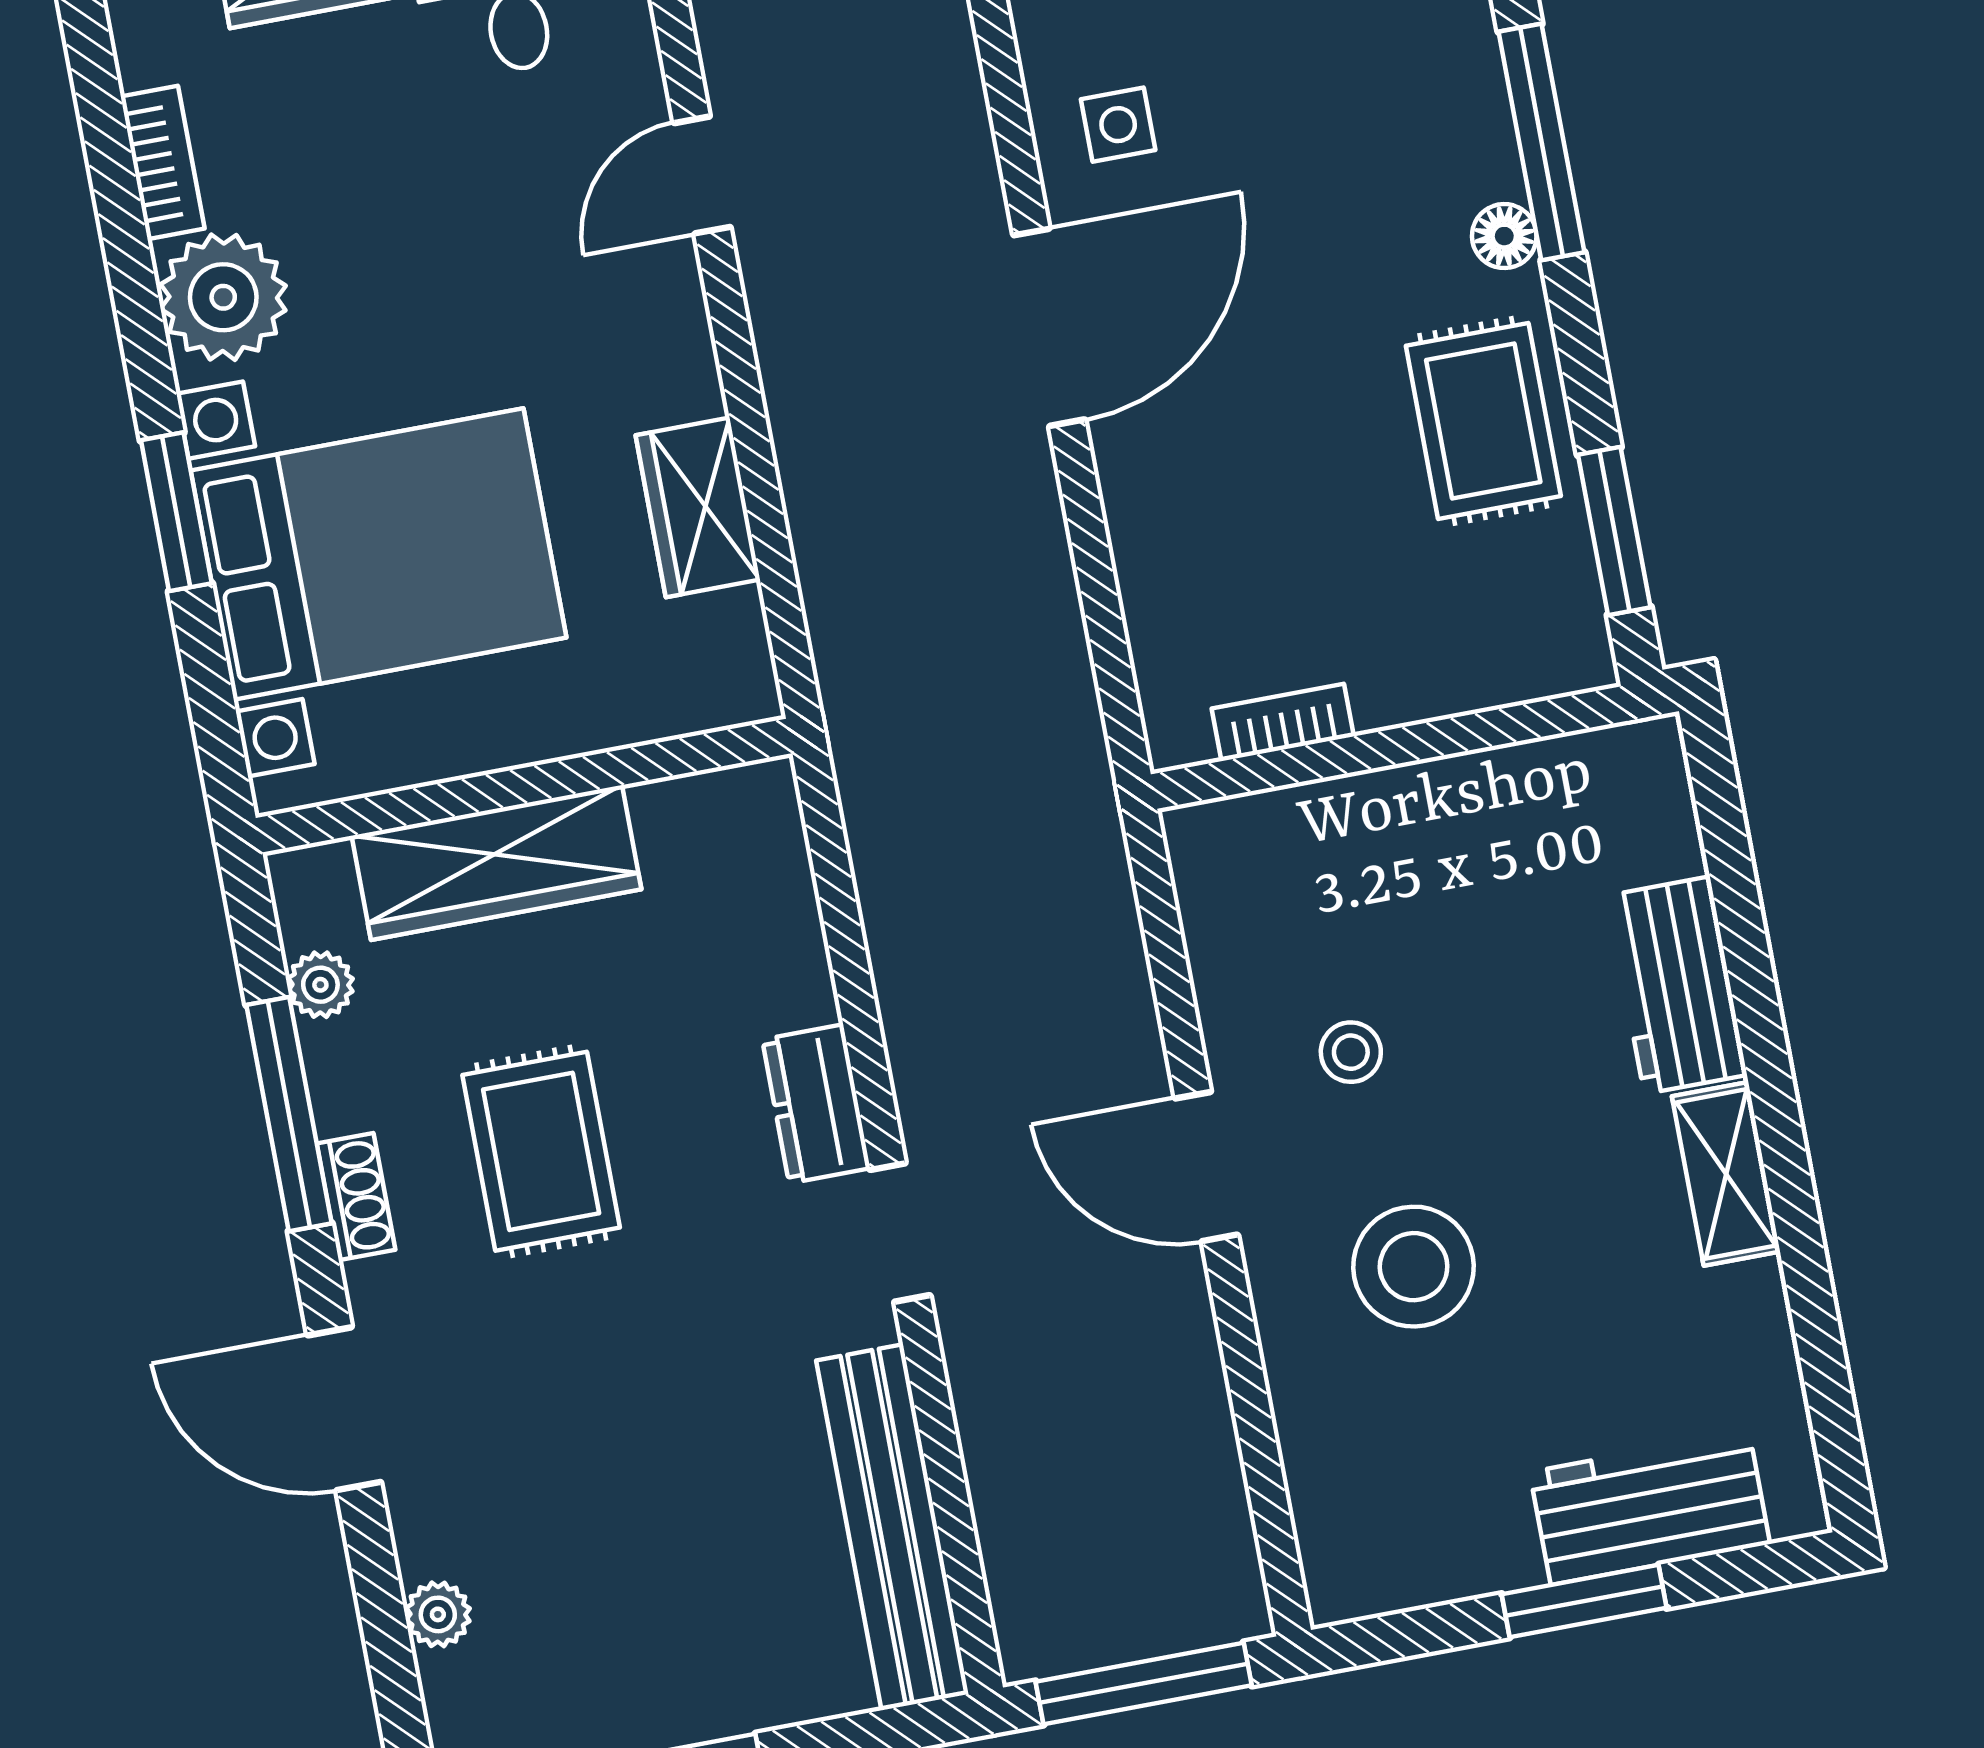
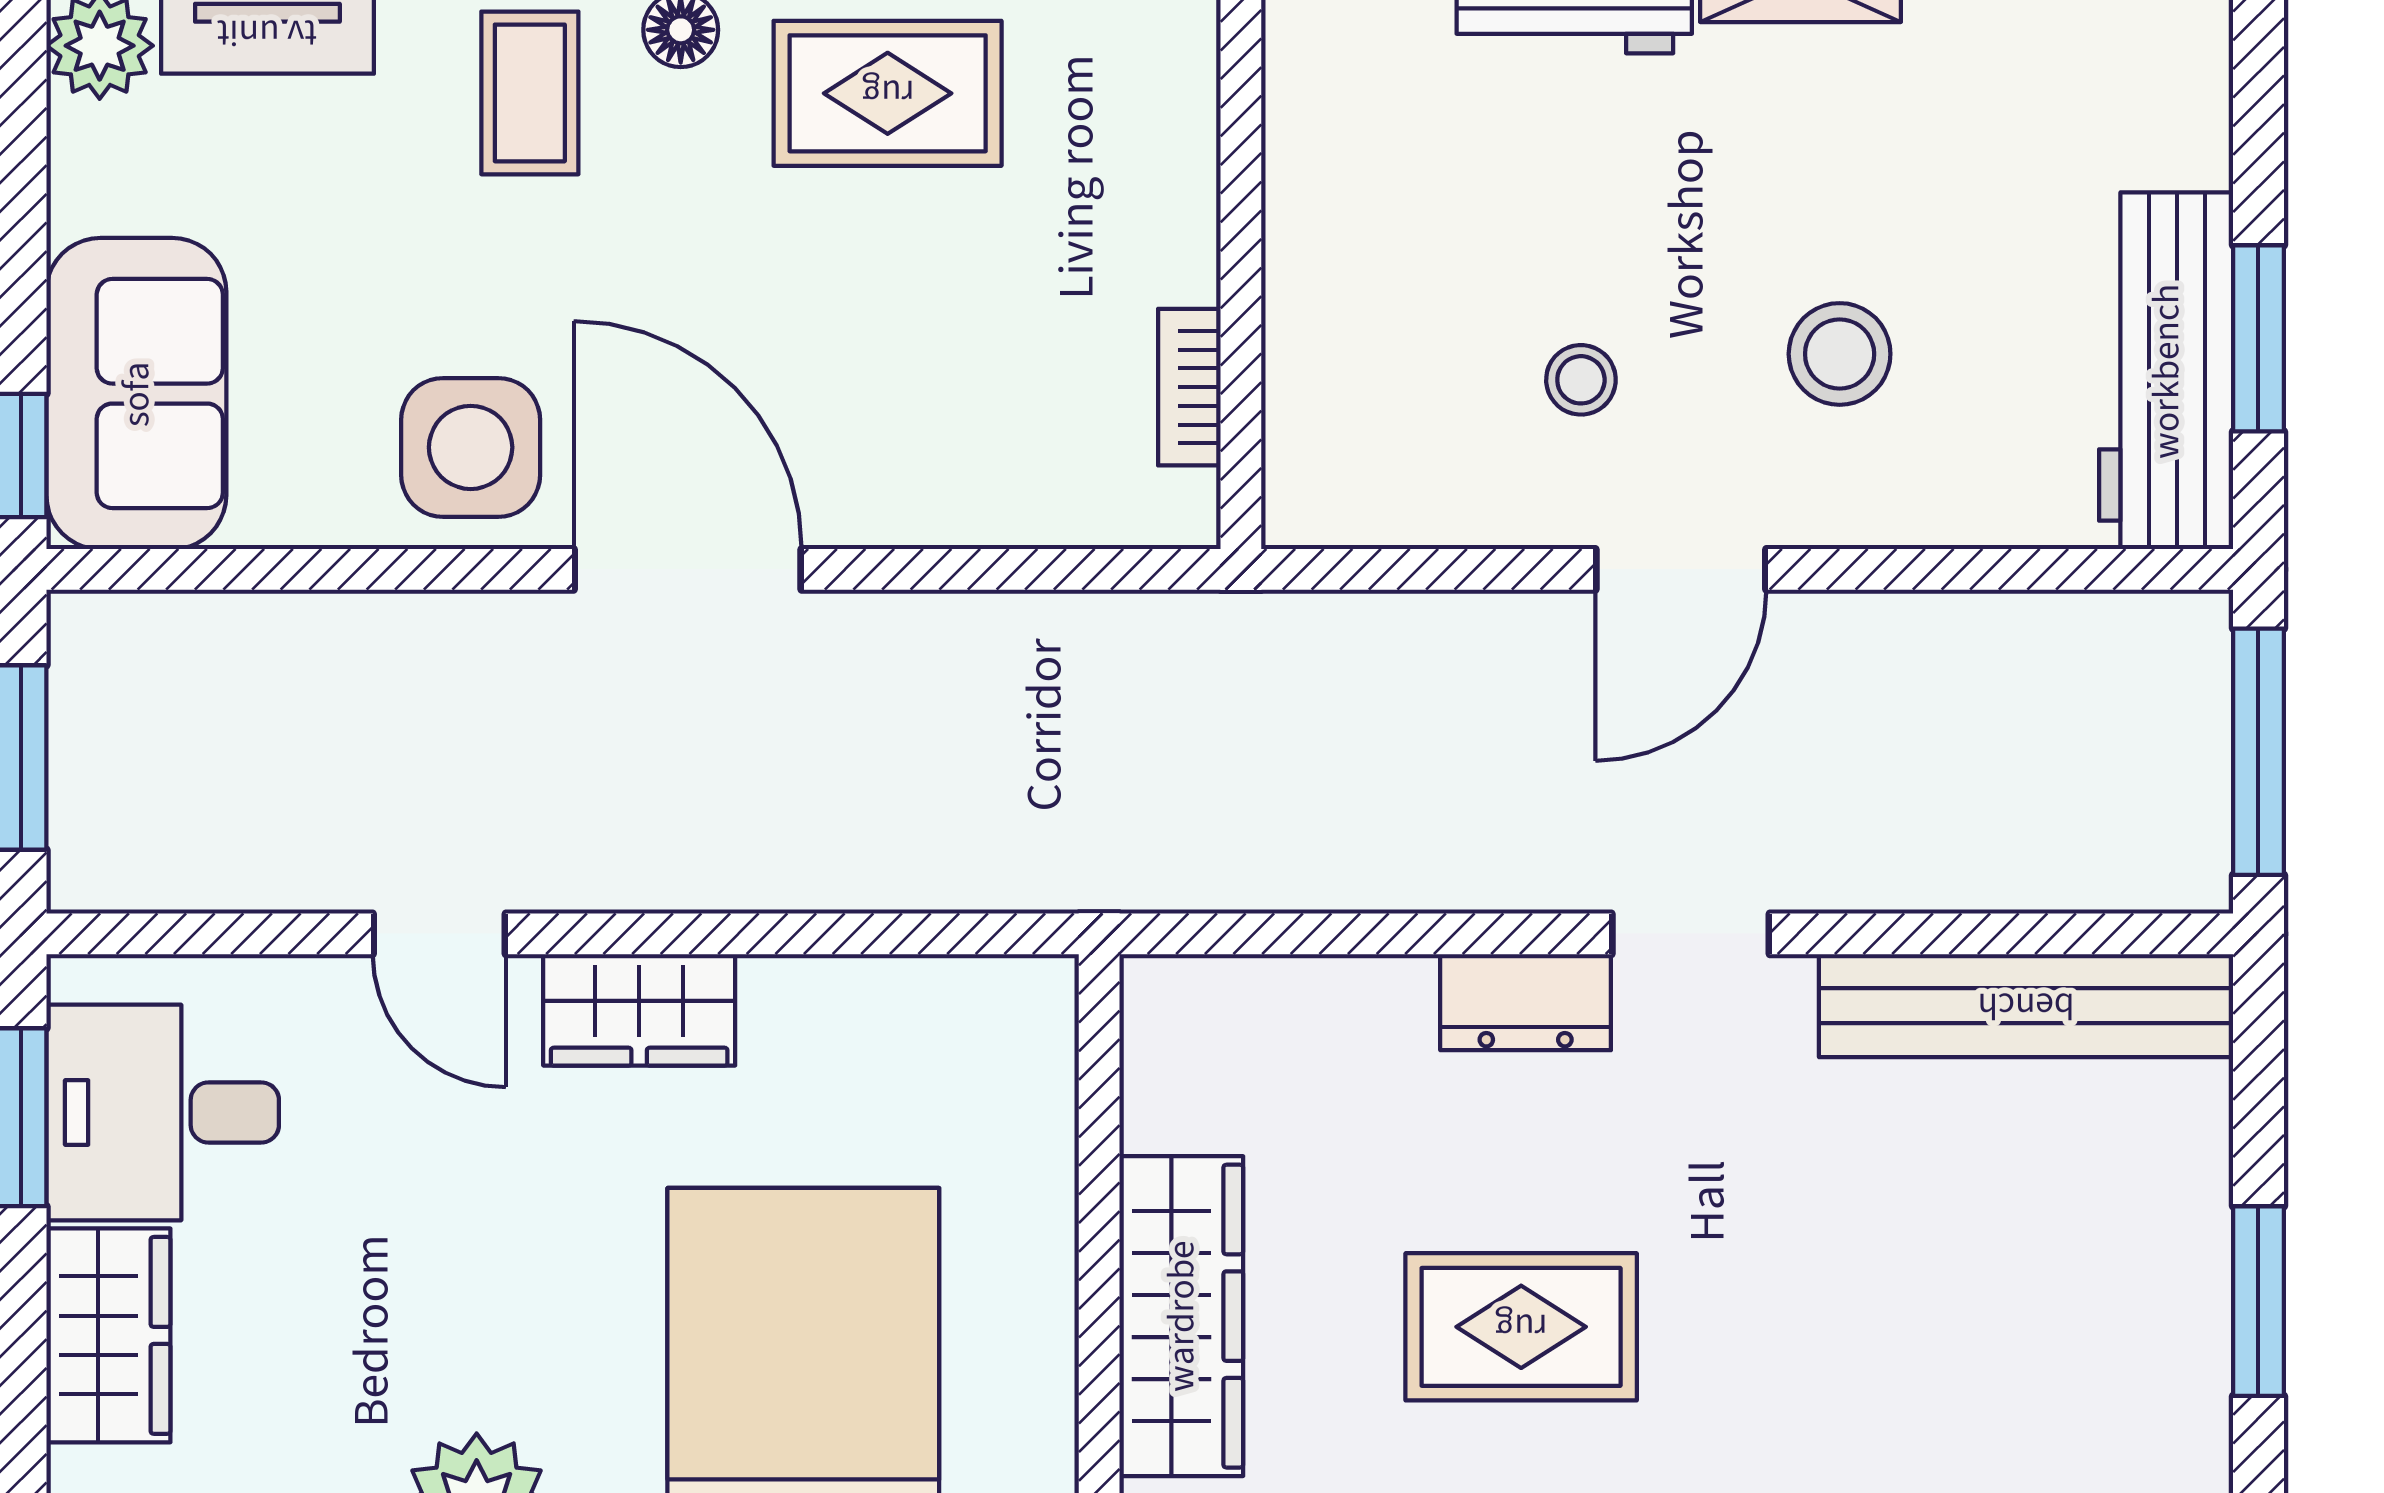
coffee table: (1427, 119) -> (530, 93), added
side table: (1118, 125) -> (471, 447), width x1.87, depth x1.87
wardrobe: (698, 507) -> (639, 1010), moved
stool: (1414, 1267) -> (1840, 354), width x0.73, depth x0.73
workbench: (1650, 1508) -> (2166, 371), moved, width x1.38
window: (1584, 1601) -> (2258, 338), moved

